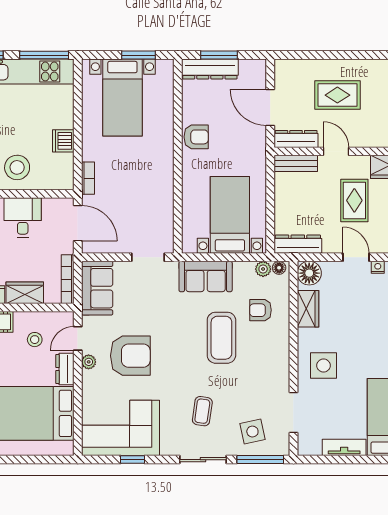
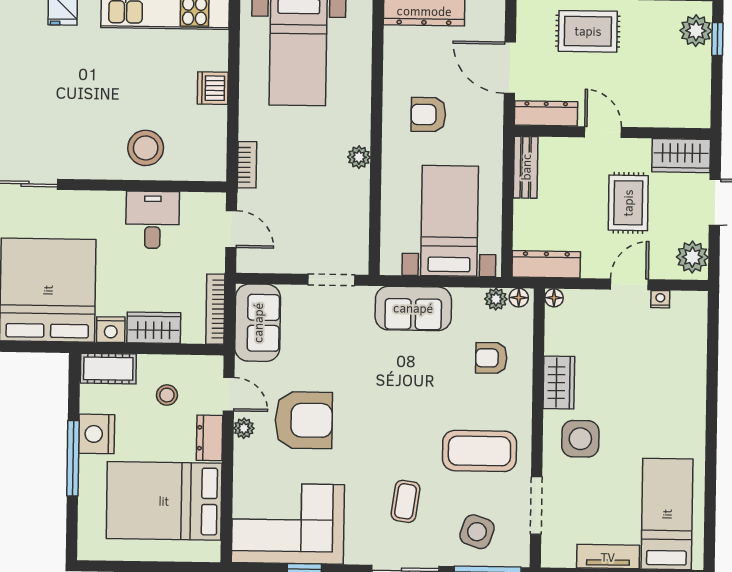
rug: (337, 95) -> (588, 31), moved
armchair: (196, 137) -> (428, 115), moved, turned 180
dishwasher: (63, 141) -> (213, 88), moved
bench: (296, 163) -> (526, 167), moved, turned 90
plant: (166, 172) -> (359, 157), added
door: (78, 223) -> (231, 229), width x0.73
door: (356, 257) -> (629, 284), hinge flipped
floor lamp: (309, 273) -> (554, 298), width x0.53, depth x0.53
wardrobe: (308, 309) -> (559, 383), moved
door: (78, 338) -> (229, 394), swing flipped
coffee table: (221, 338) -> (479, 451), moved, turned 90
side table: (252, 432) -> (477, 532), turned 31

